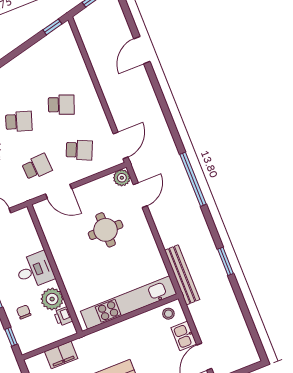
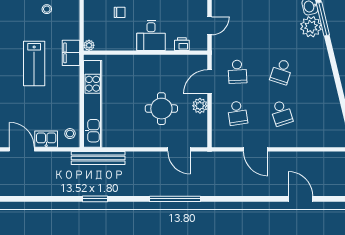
school desk: (61, 105) -> (281, 113), turned -39
door: (121, 145) -> (256, 149), moved
school desk: (79, 150) -> (237, 113), turned -33
plant: (122, 178) -> (200, 106), moved
plant: (52, 299) -> (89, 45), moved, width x0.53, depth x0.53
printer: (63, 316) -> (182, 44), moved
filing cabinet: (61, 355) -> (71, 53), moved

